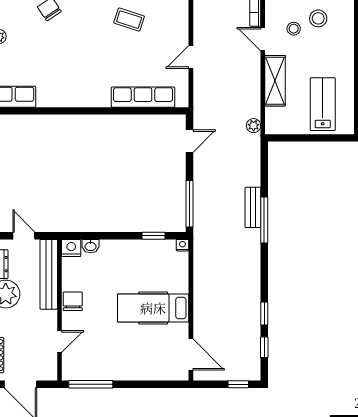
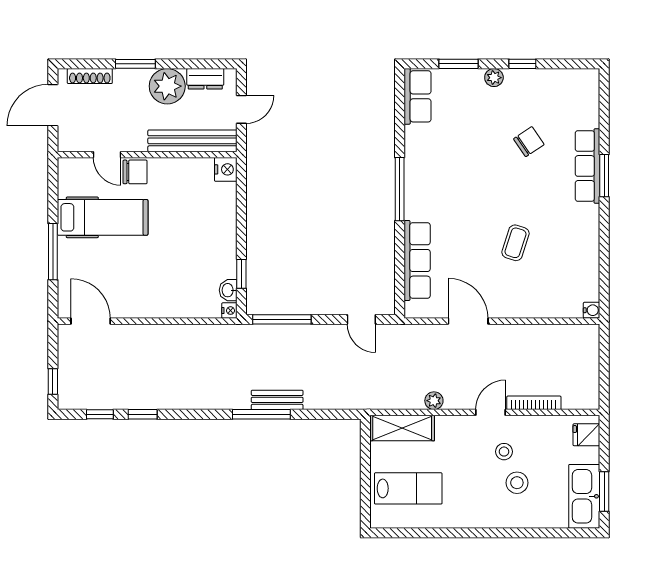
door: (191, 57) -> (468, 321), width x1.38
shelving: (275, 81) -> (402, 428), moved
window: (87, 111) -> (400, 189), added
plant: (254, 126) -> (434, 401), moved
washbasin: (91, 246) -> (228, 290), moved
chair: (73, 301) -> (135, 172), moved
hospital bed: (153, 308) -> (103, 217), moved, turned 90
door: (191, 355) -> (91, 321), swing flipped
window: (91, 384) -> (53, 252), moved

